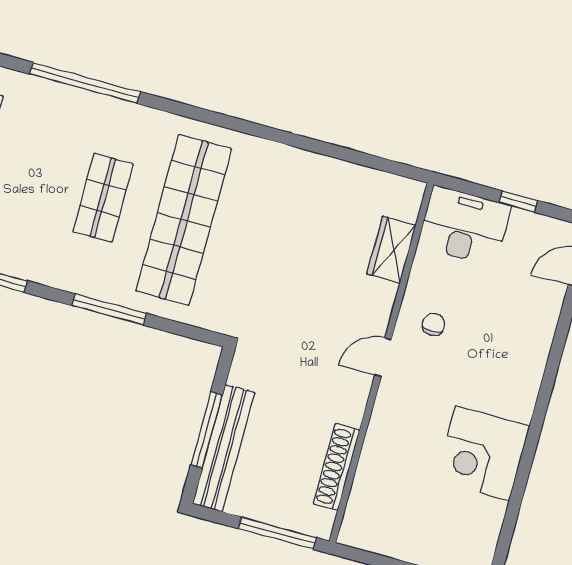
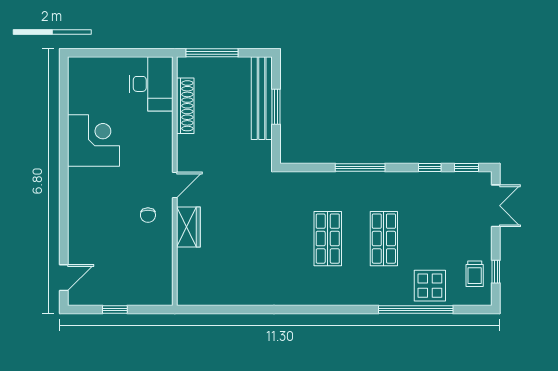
display table: (55, 112) -> (430, 286), added
shop shelf: (184, 220) -> (328, 239), width x0.50, depth x0.74
desk: (464, 226) -> (151, 84), moved, turned -90
wardrobe: (391, 250) -> (188, 227), moved
window: (207, 430) -> (276, 107), width x0.69

